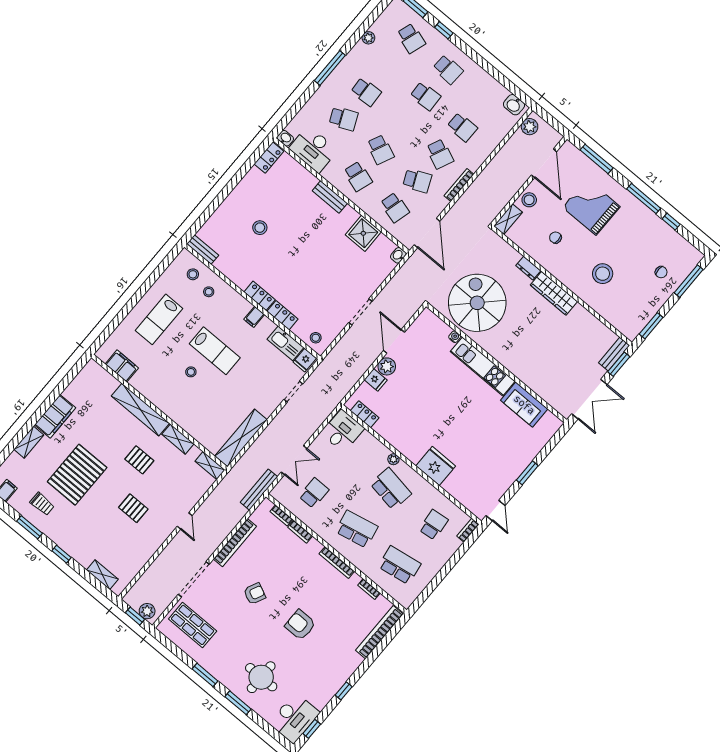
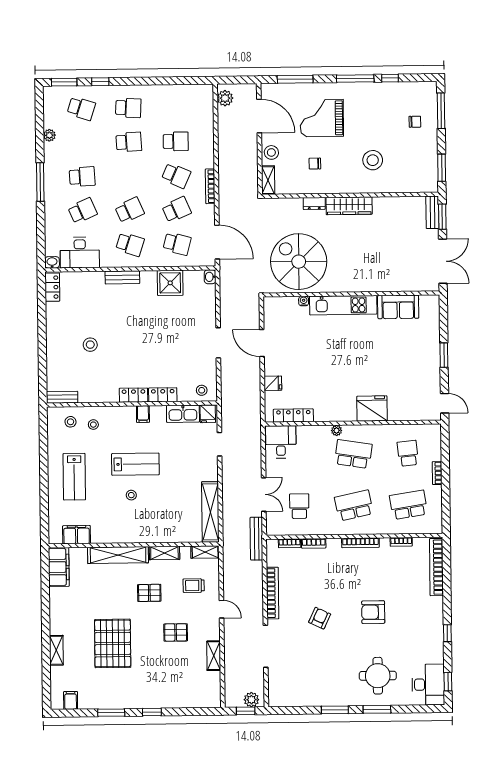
washbasin: (514, 105) -> (200, 92), removed
school desk: (380, 150) -> (130, 210), turned -48
plant: (387, 366) -> (272, 366), removed
locker: (365, 414) -> (293, 416), width x1.53
filing cabinet: (55, 416) -> (59, 567), moved
trolley: (42, 504) -> (194, 586), moved, turned 180
bookcase: (468, 530) -> (437, 473), moved
shelving: (102, 575) -> (214, 656), moved, turned 90
shop shelf: (193, 625) -> (294, 681), removed

